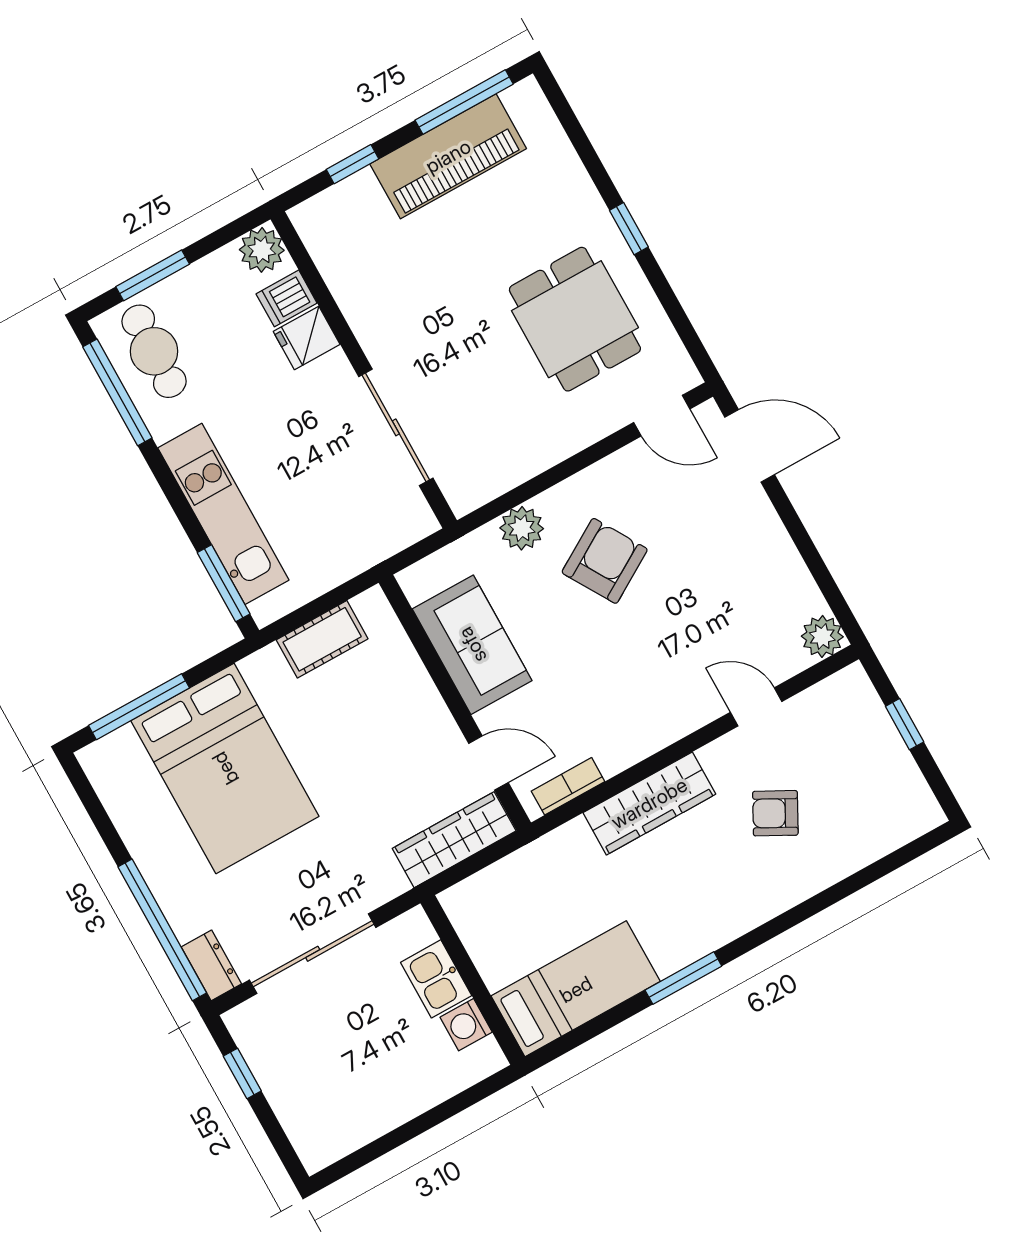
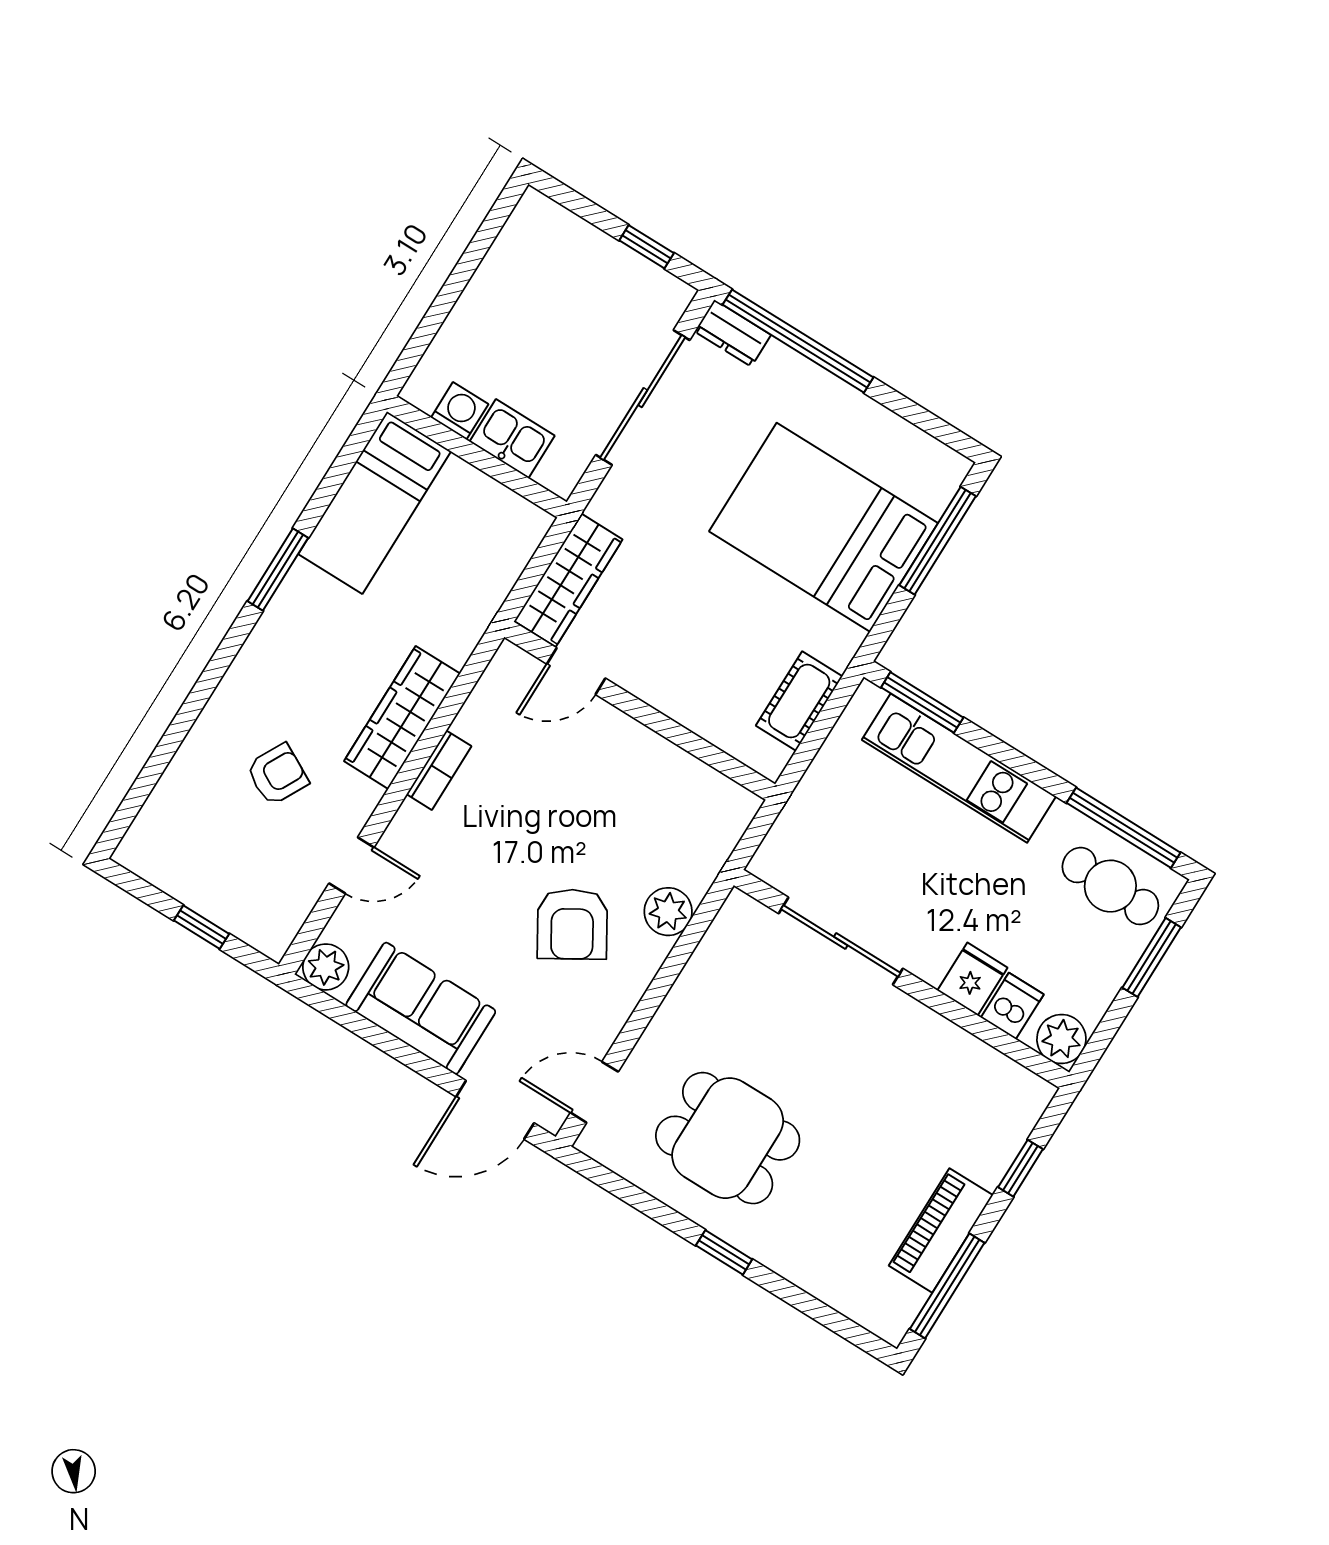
piano: (448, 156) -> (941, 1230), width x0.73, depth x0.75
sofa: (472, 645) -> (421, 1008), moved, turned 180
bookcase: (568, 786) -> (439, 770), moved

